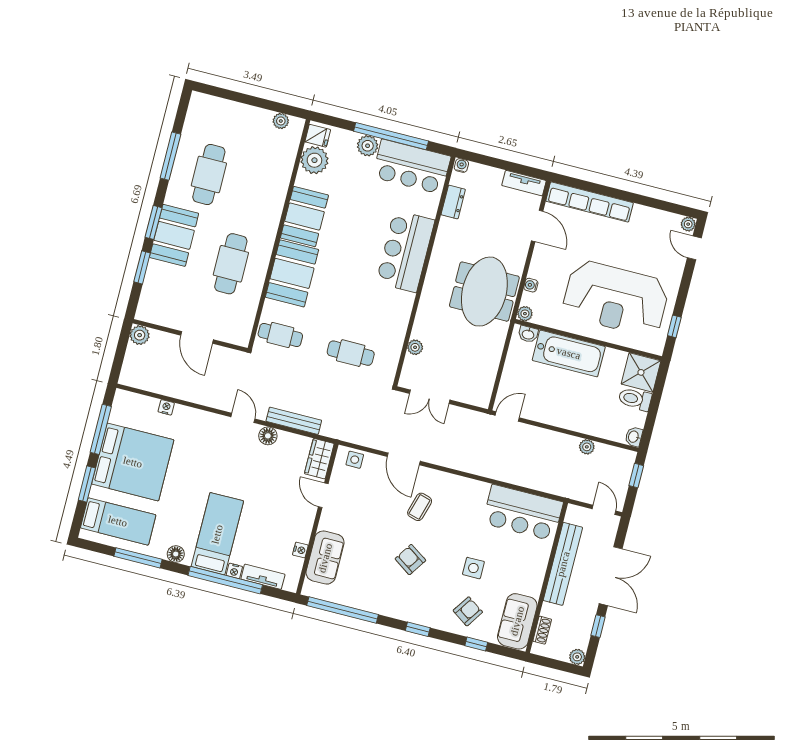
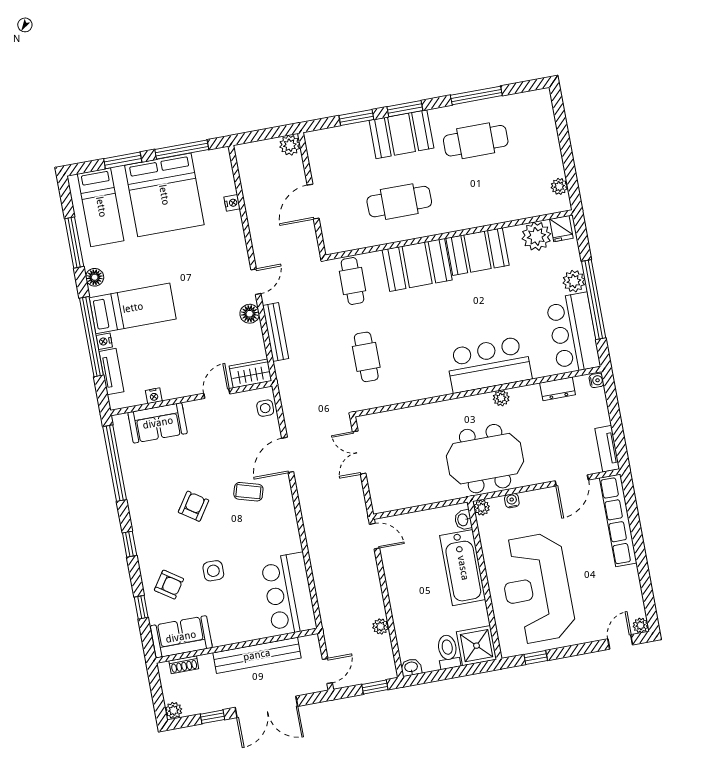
plant: (415, 347) -> (501, 398), moved

